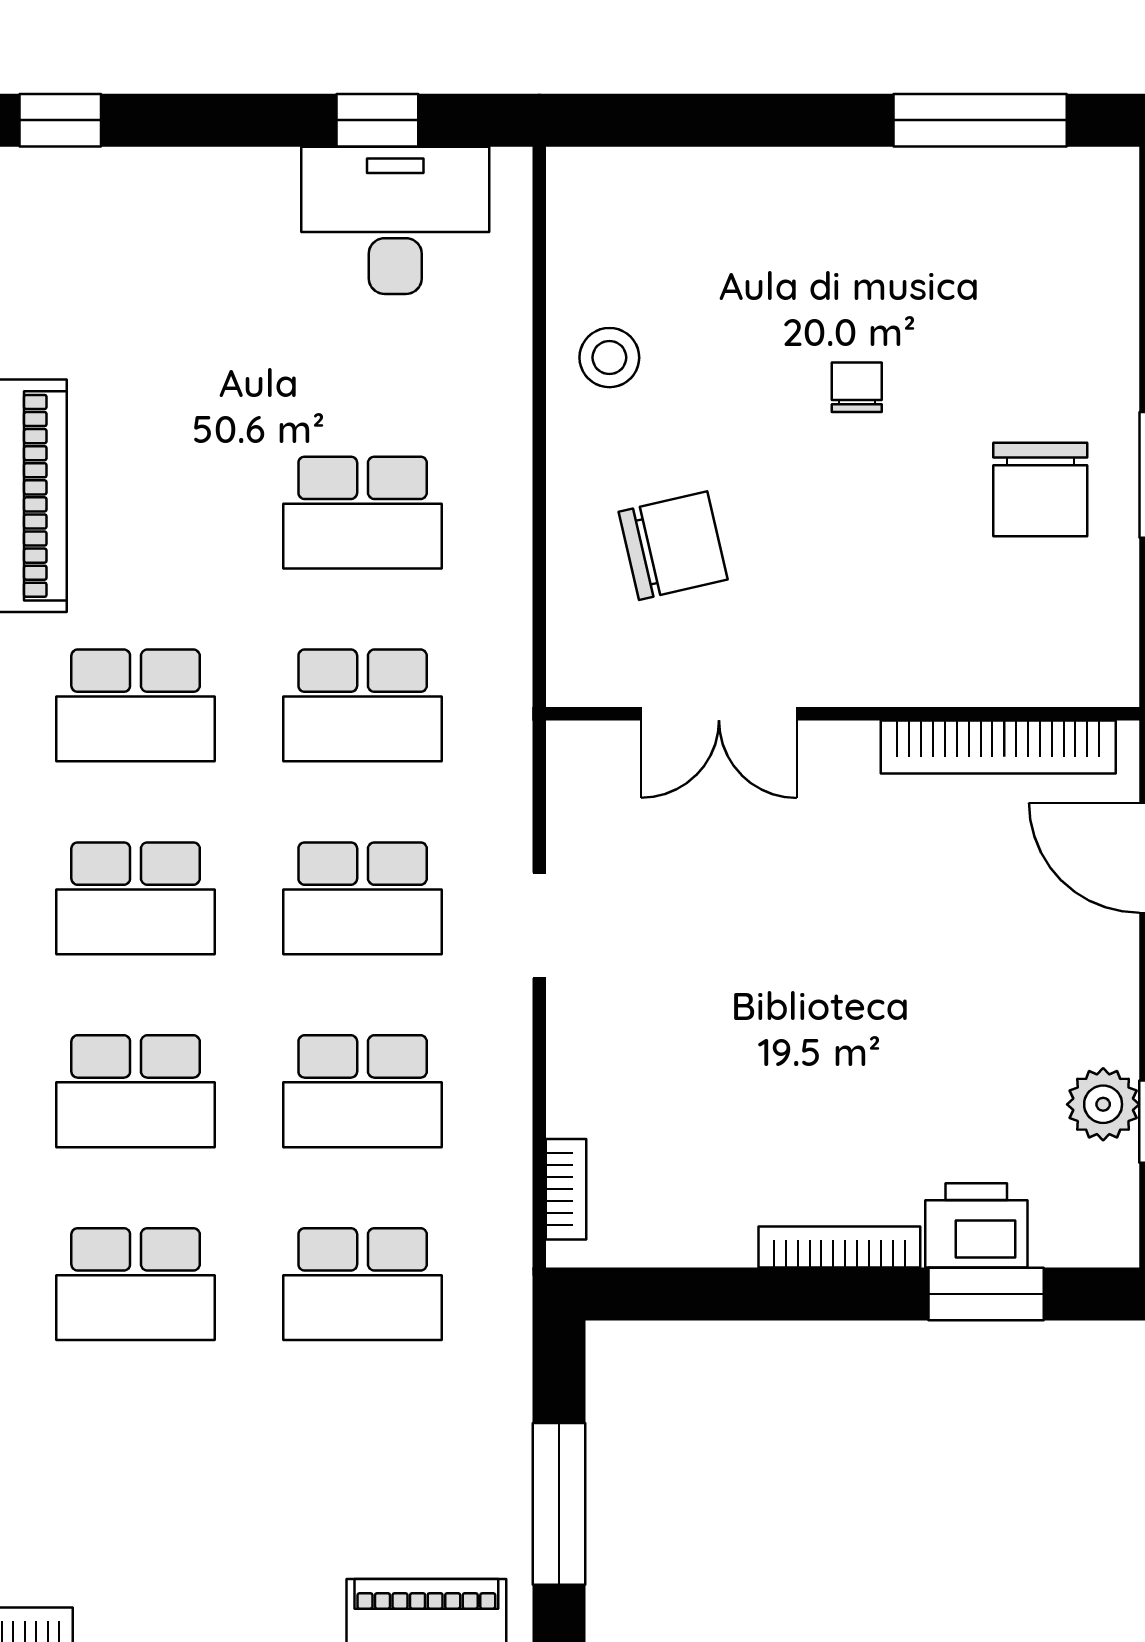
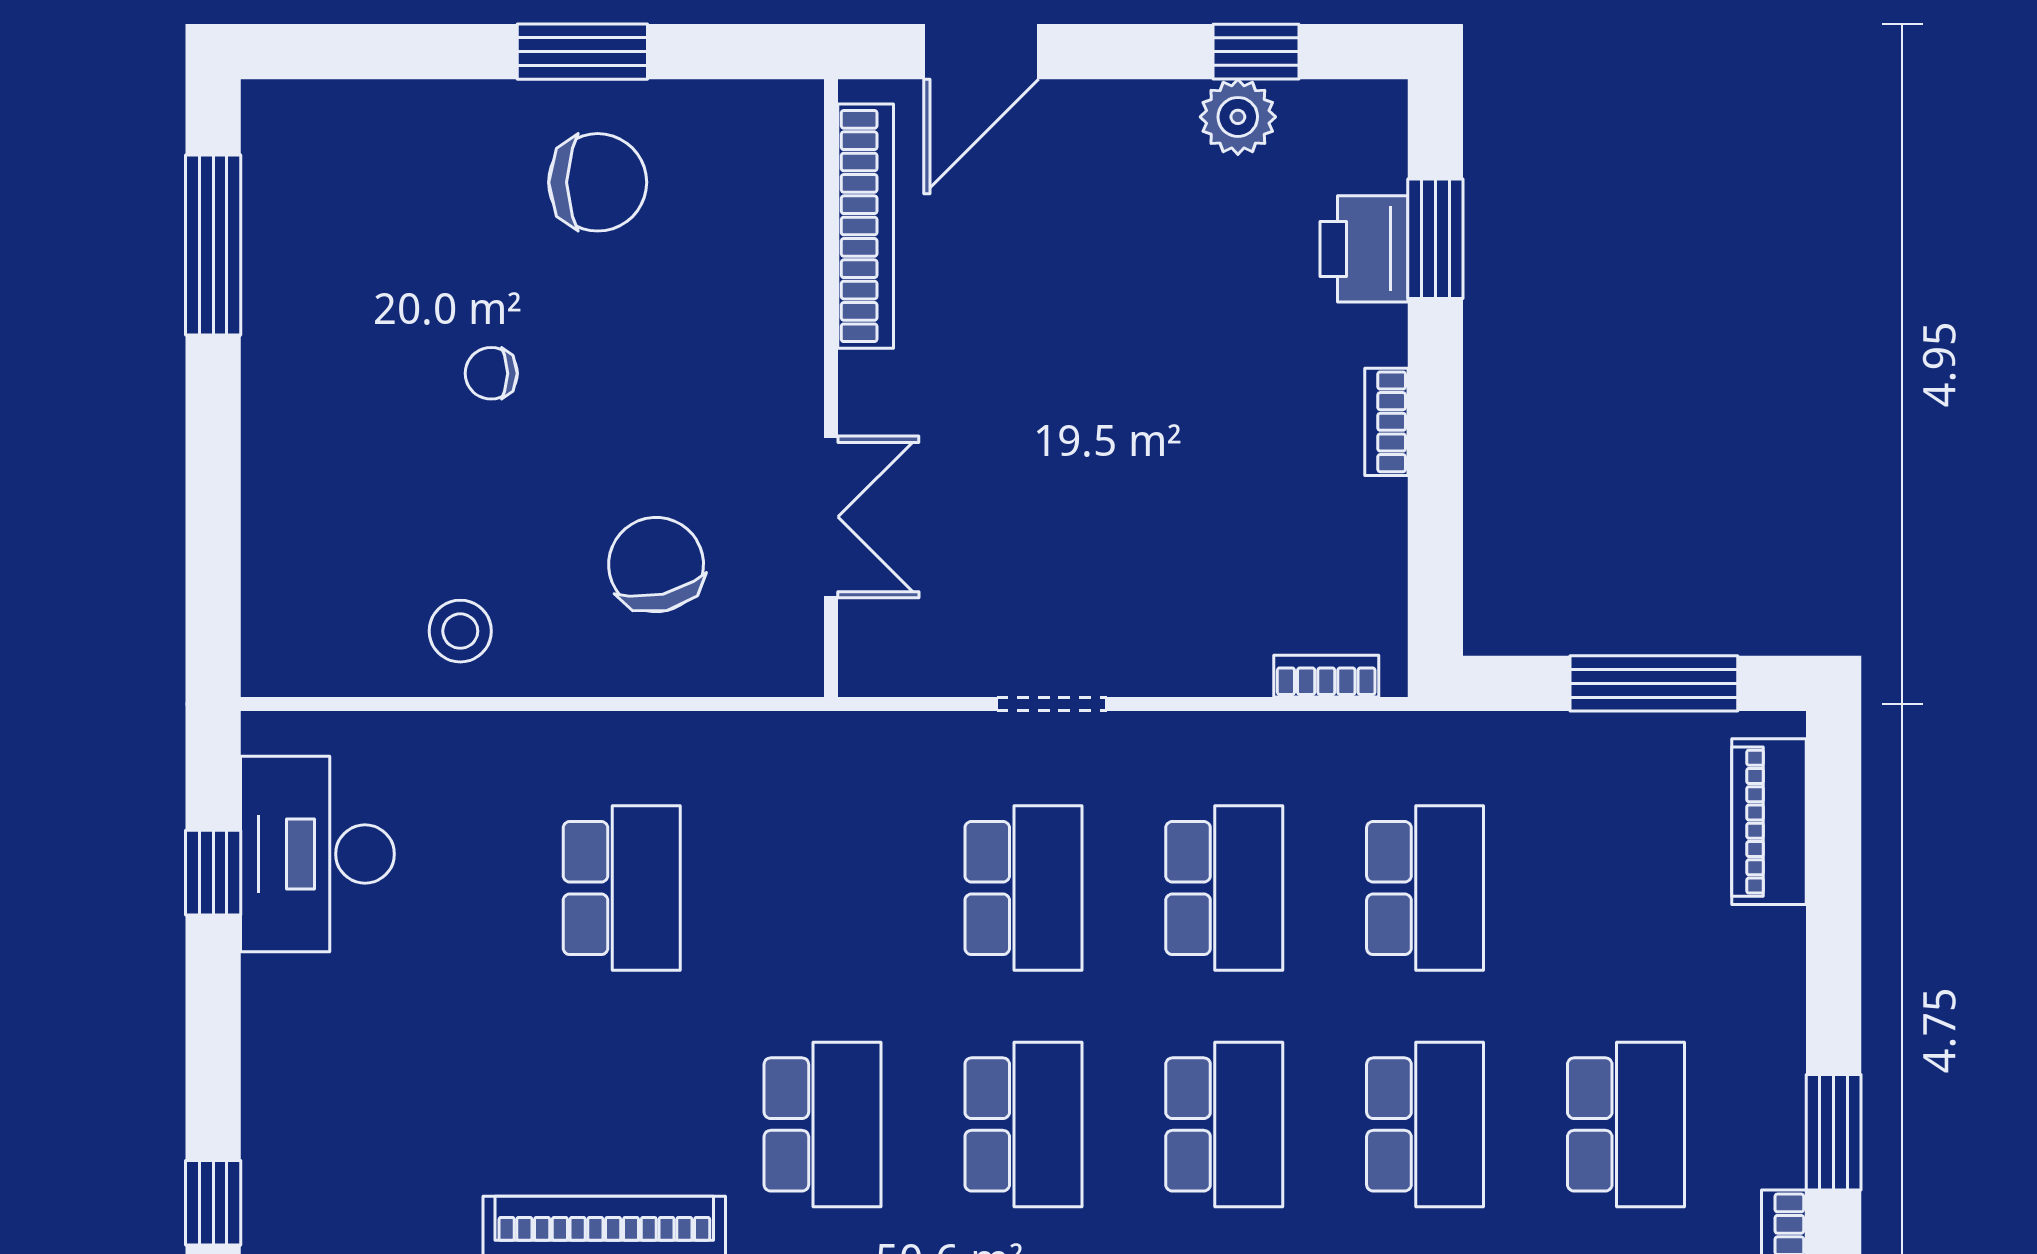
school desk: (363, 705) -> (1626, 1124), moved
bookcase: (839, 1247) -> (1386, 422), width x0.64

